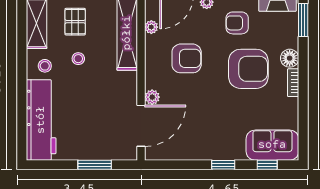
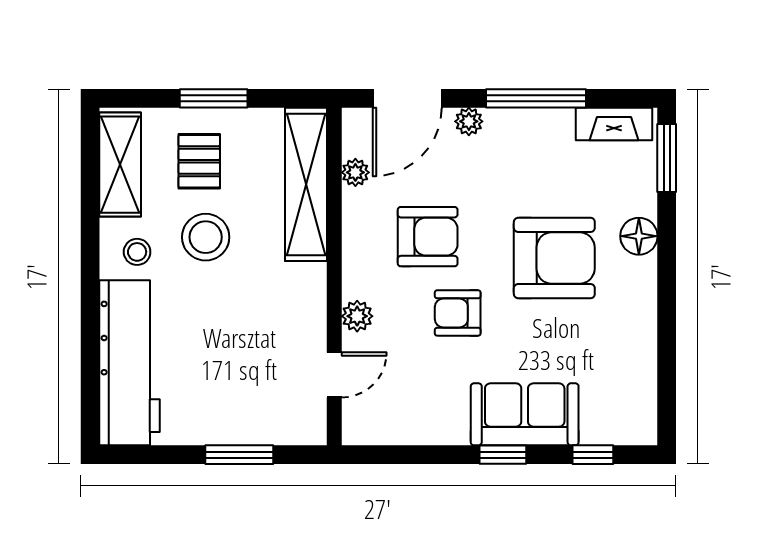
armchair: (237, 23) -> (458, 313), moved
stool: (78, 59) -> (206, 237), width x1.89, depth x1.89
bookcase: (293, 83) -> (646, 286), removed
door: (141, 126) -> (334, 375), width x0.53
sofa: (272, 145) -> (525, 414), moved

